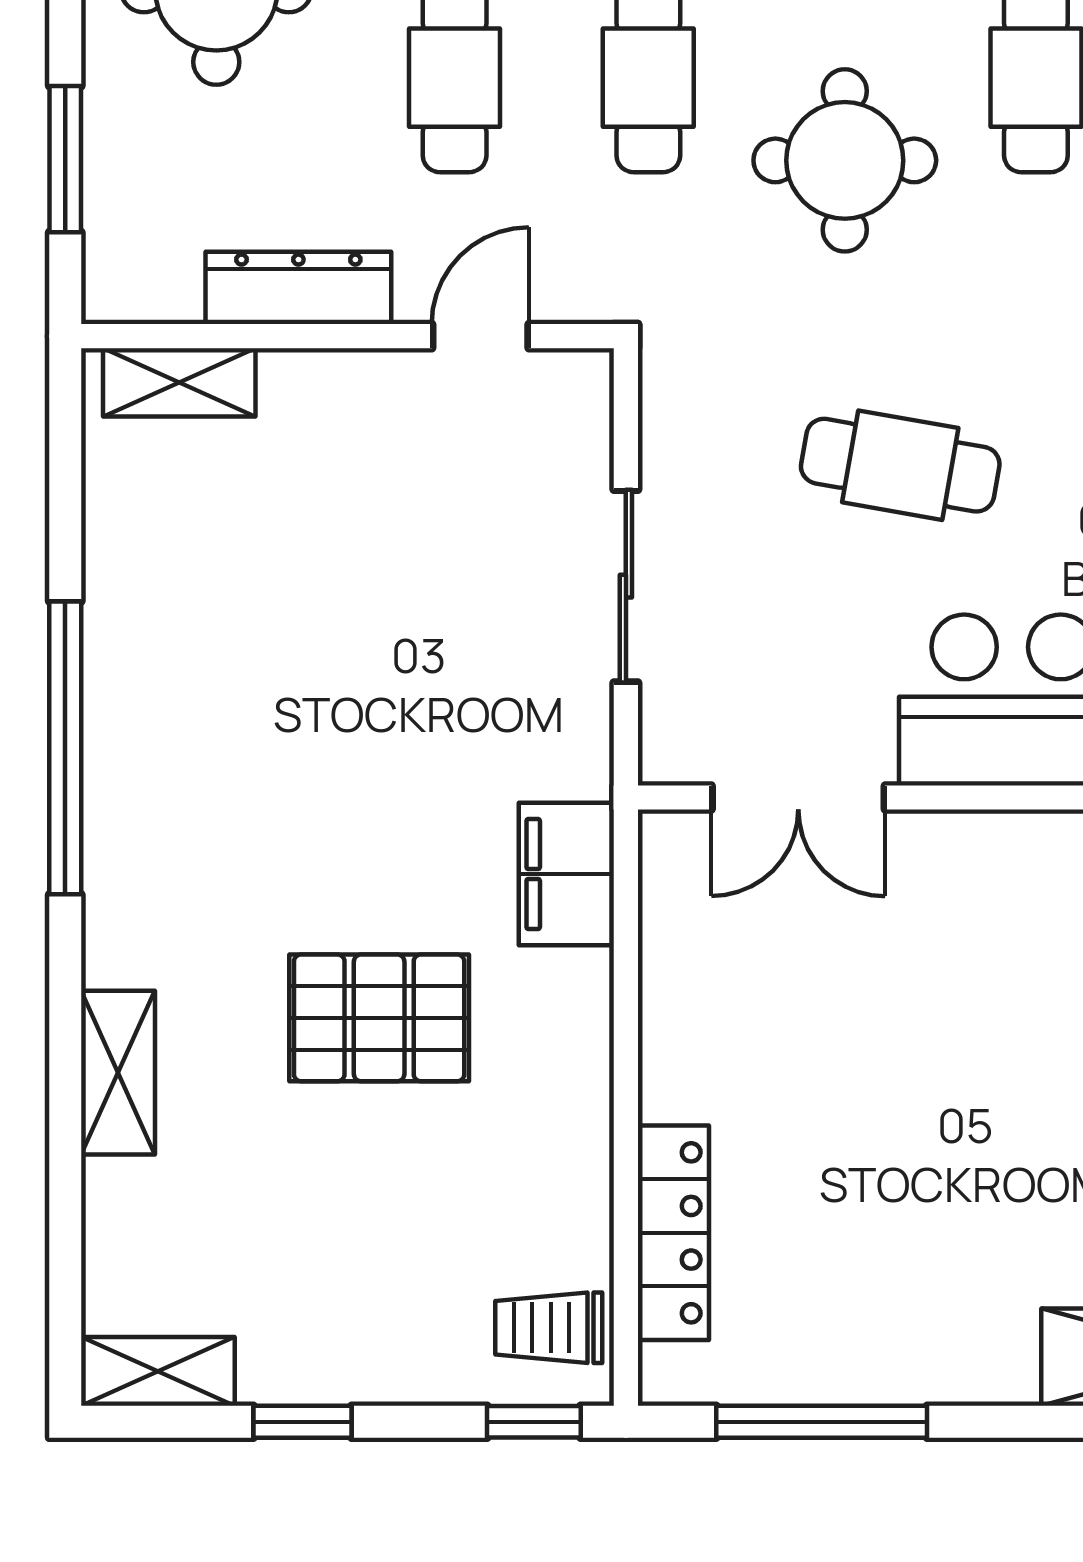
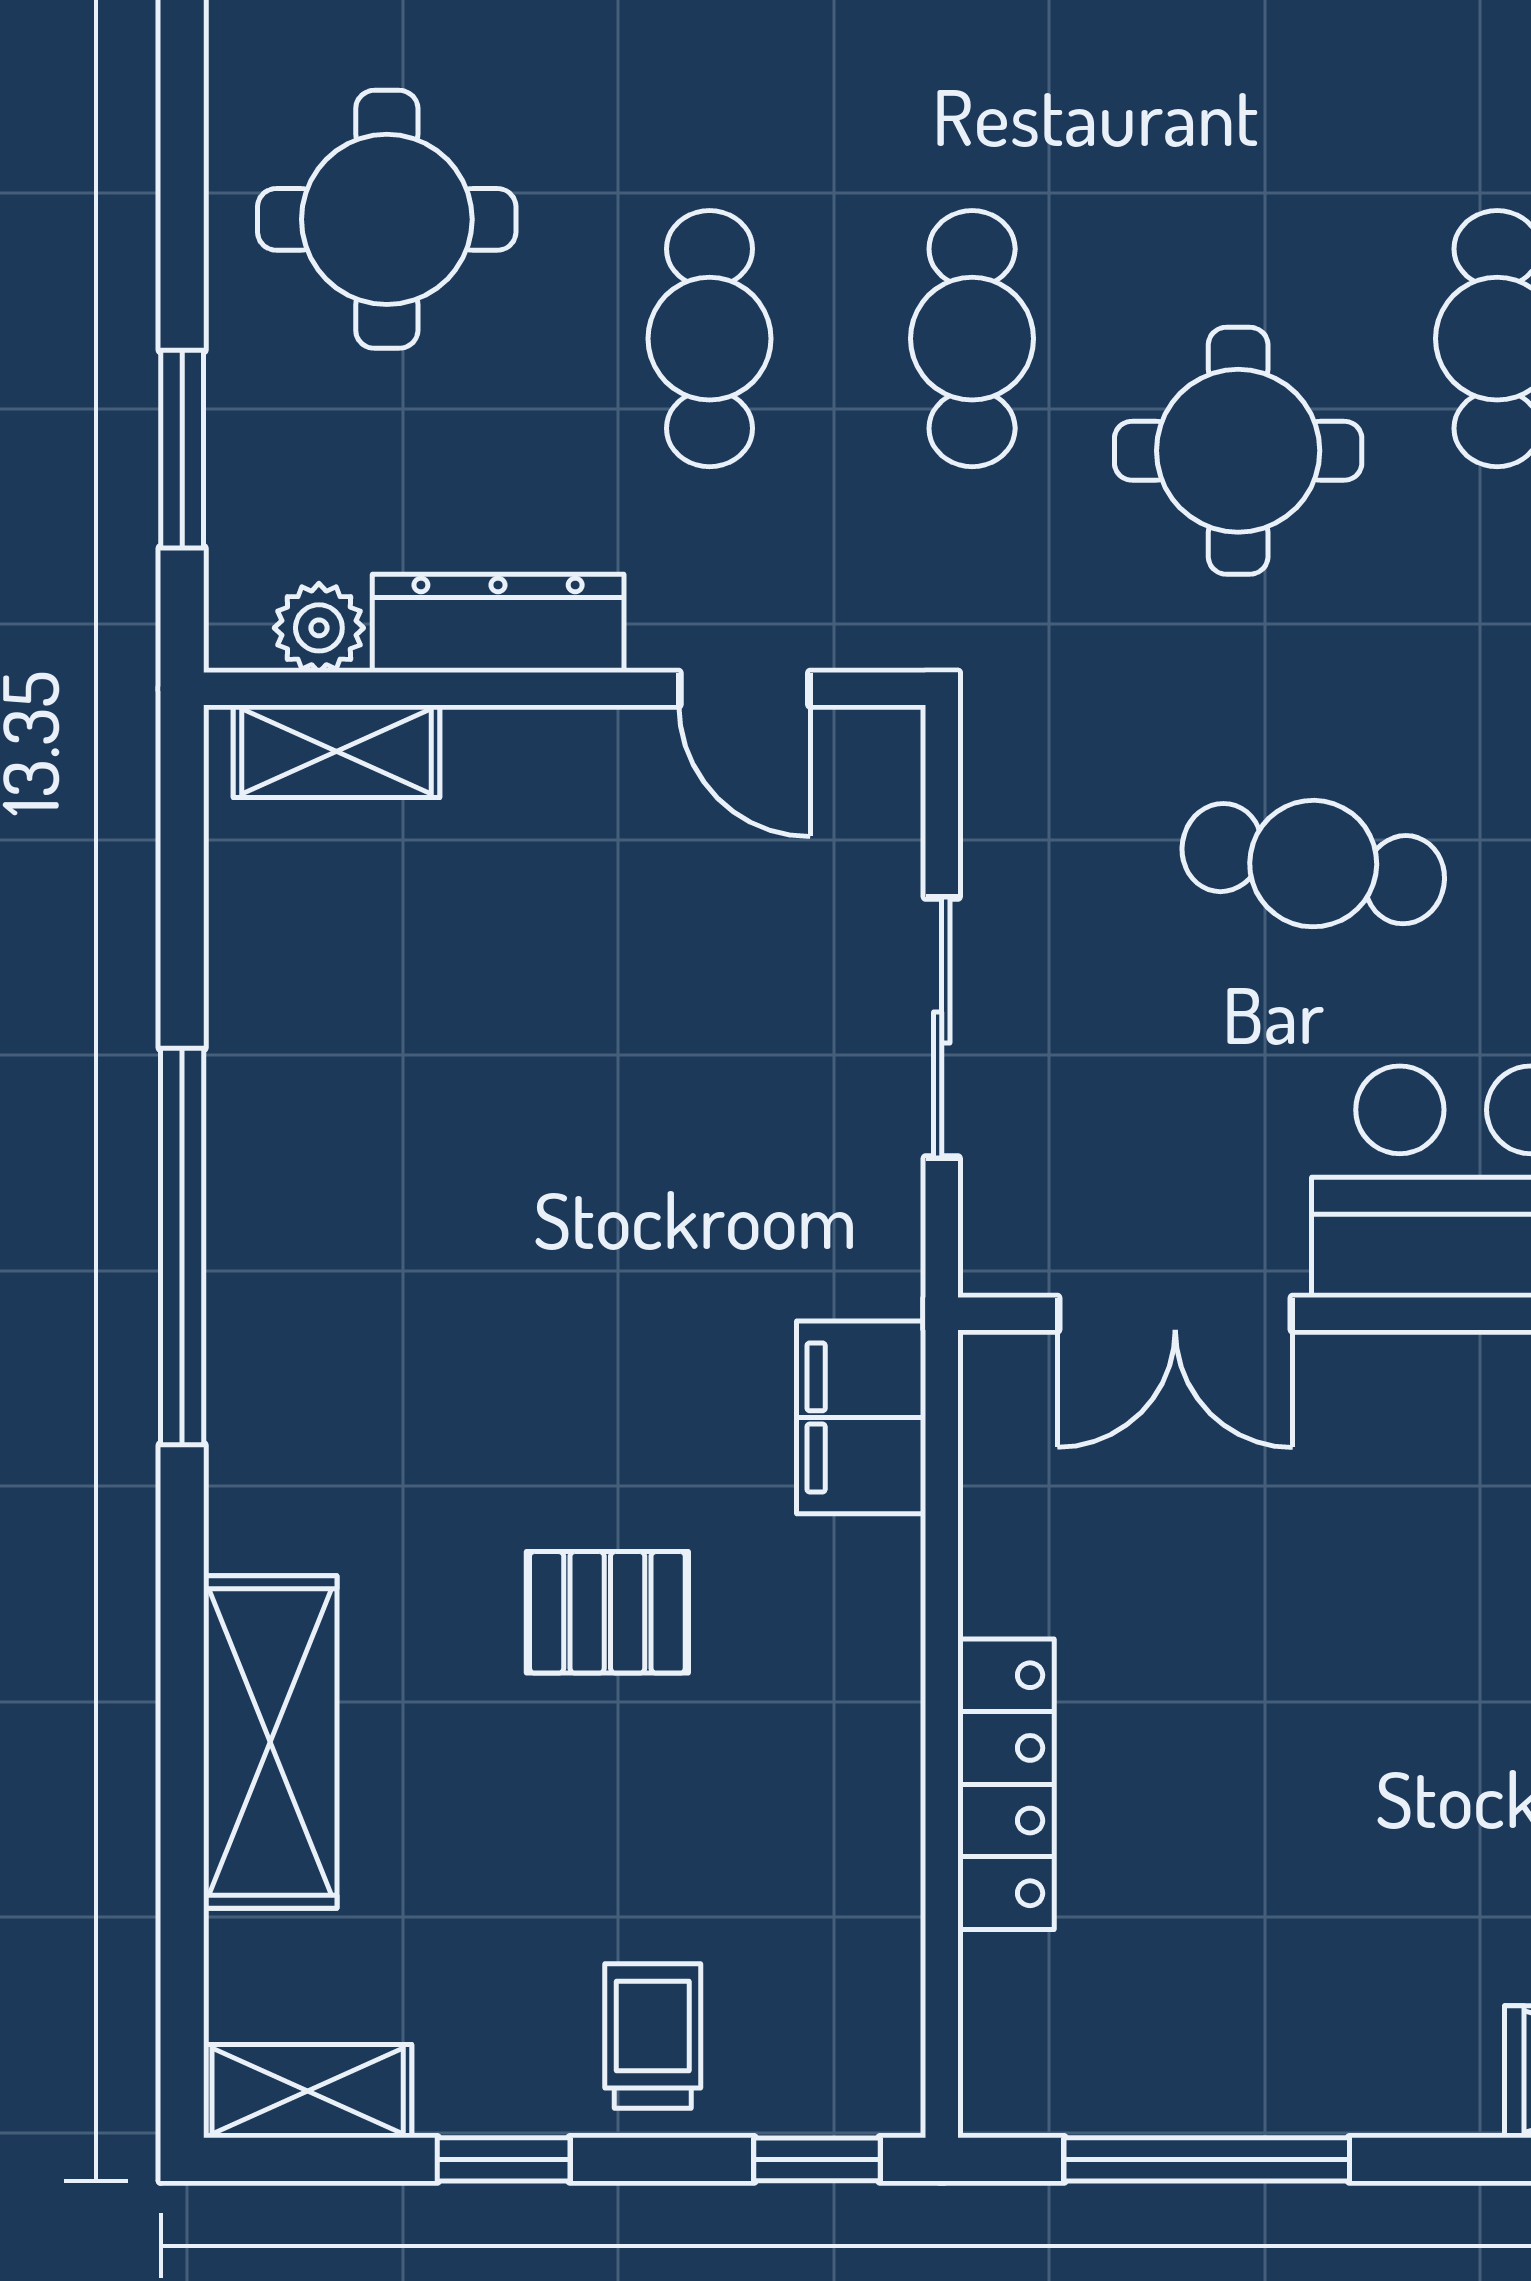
plant: (166, 291) -> (319, 628), added
door: (480, 336) -> (744, 689), swing flipped
pallet: (379, 1018) -> (607, 1612), width x0.67, depth x0.71
shelving: (118, 1073) -> (270, 1742), width x1.50, depth x1.33
locker: (673, 1233) -> (1006, 1784), moved
trolley: (549, 1328) -> (653, 2036), moved, turned 90

